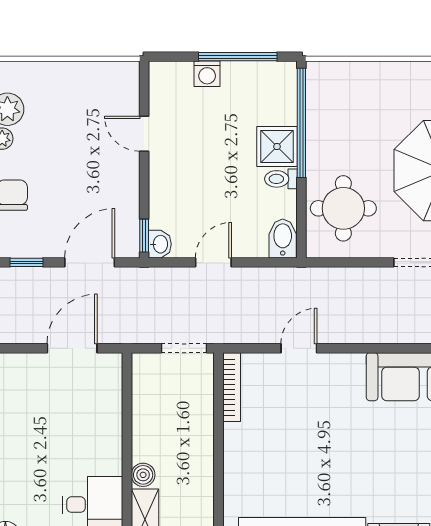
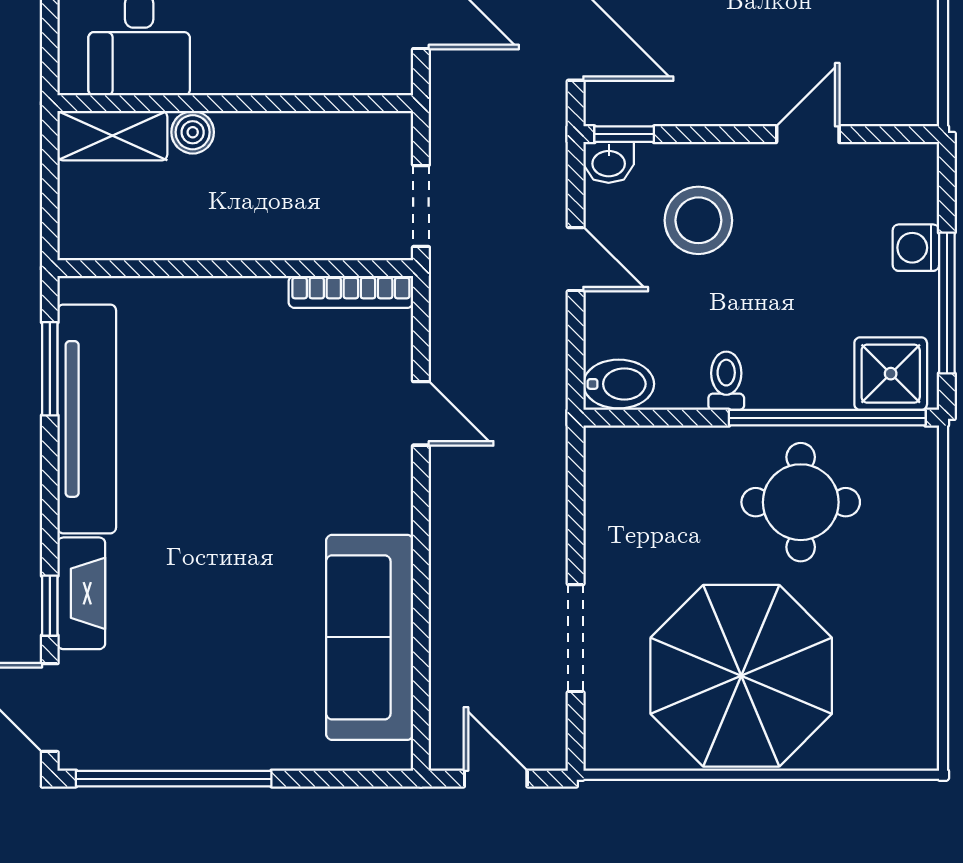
shower: (277, 147) -> (891, 374), moved
stool: (192, 194) -> (698, 220), added
round table: (343, 208) -> (801, 502), moved

